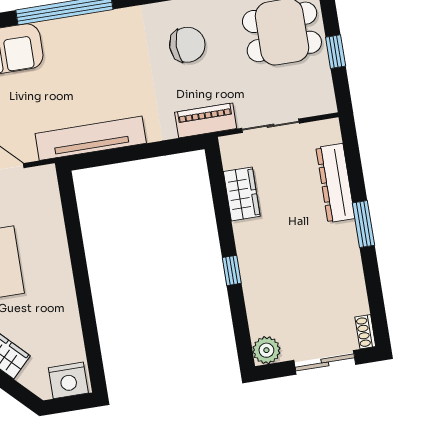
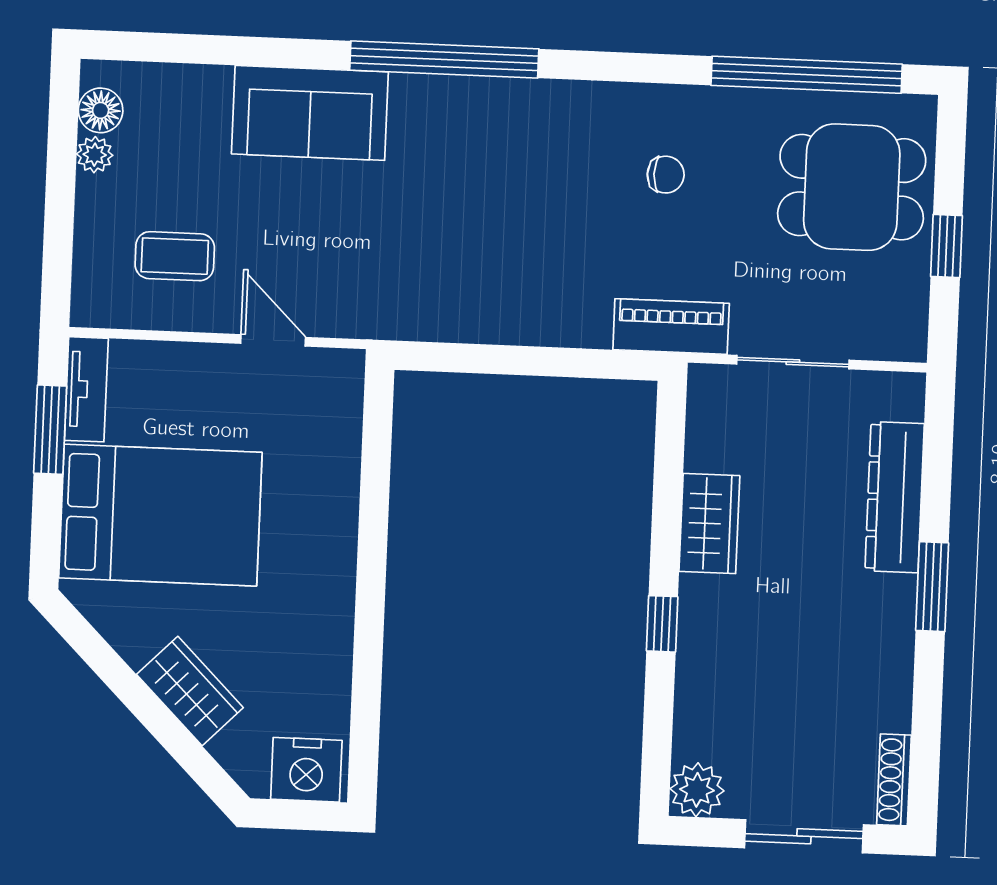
chair: (187, 45) -> (666, 175), width x0.54, depth x0.54
tv unit: (91, 138) -> (444, 316), removed
wardrobe: (242, 194) -> (709, 524), moved
shoe rack: (365, 332) -> (894, 780), width x1.43

